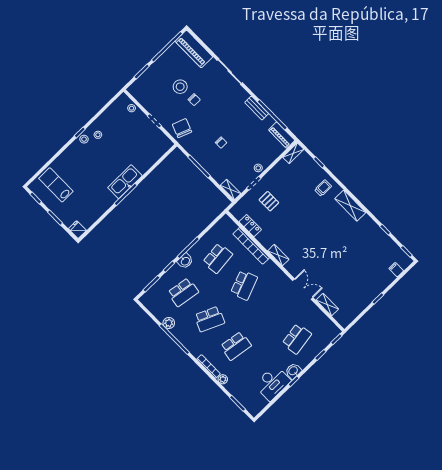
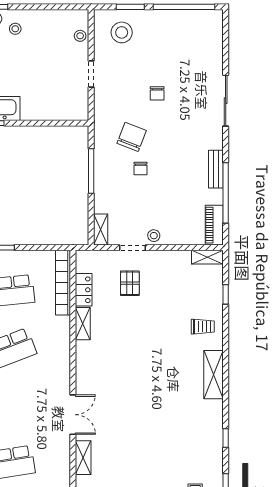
piano: (194, 49) -> (211, 38), removed
stool: (180, 87) -> (122, 32), moved
chair: (182, 128) -> (132, 137), moved
bookcase: (251, 246) -> (63, 283), moved
shelving: (278, 255) -> (83, 324), moved

